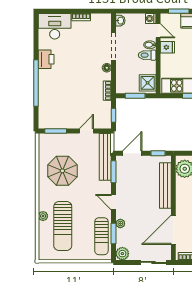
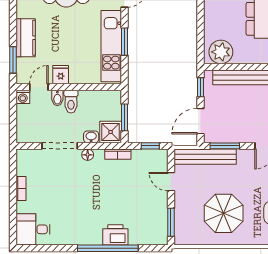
washbasin: (120, 21) -> (91, 137), moved
desk: (55, 26) -> (33, 229), width x0.73
printer: (46, 59) -> (115, 235), moved
shower: (148, 83) -> (111, 132), moved
door: (132, 153) -> (200, 121), hinge flipped

